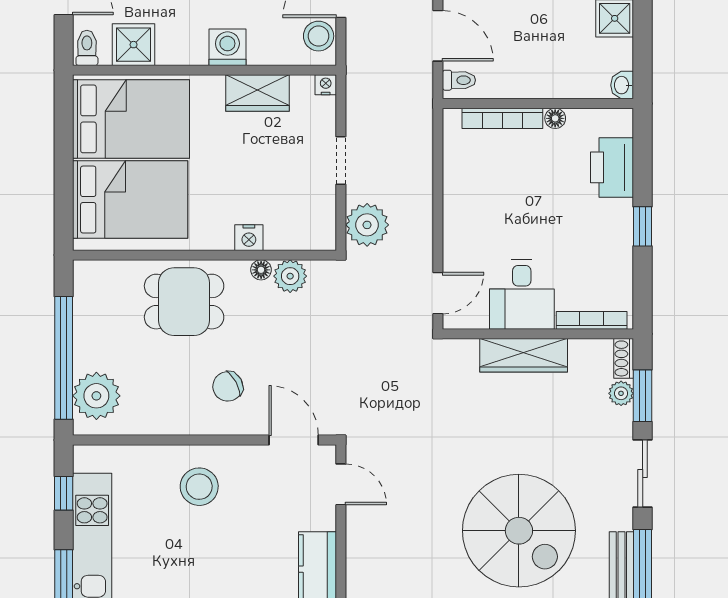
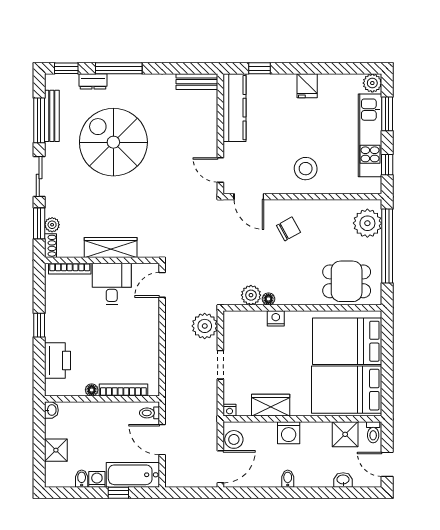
dining table: (184, 302) -> (347, 281), moved

